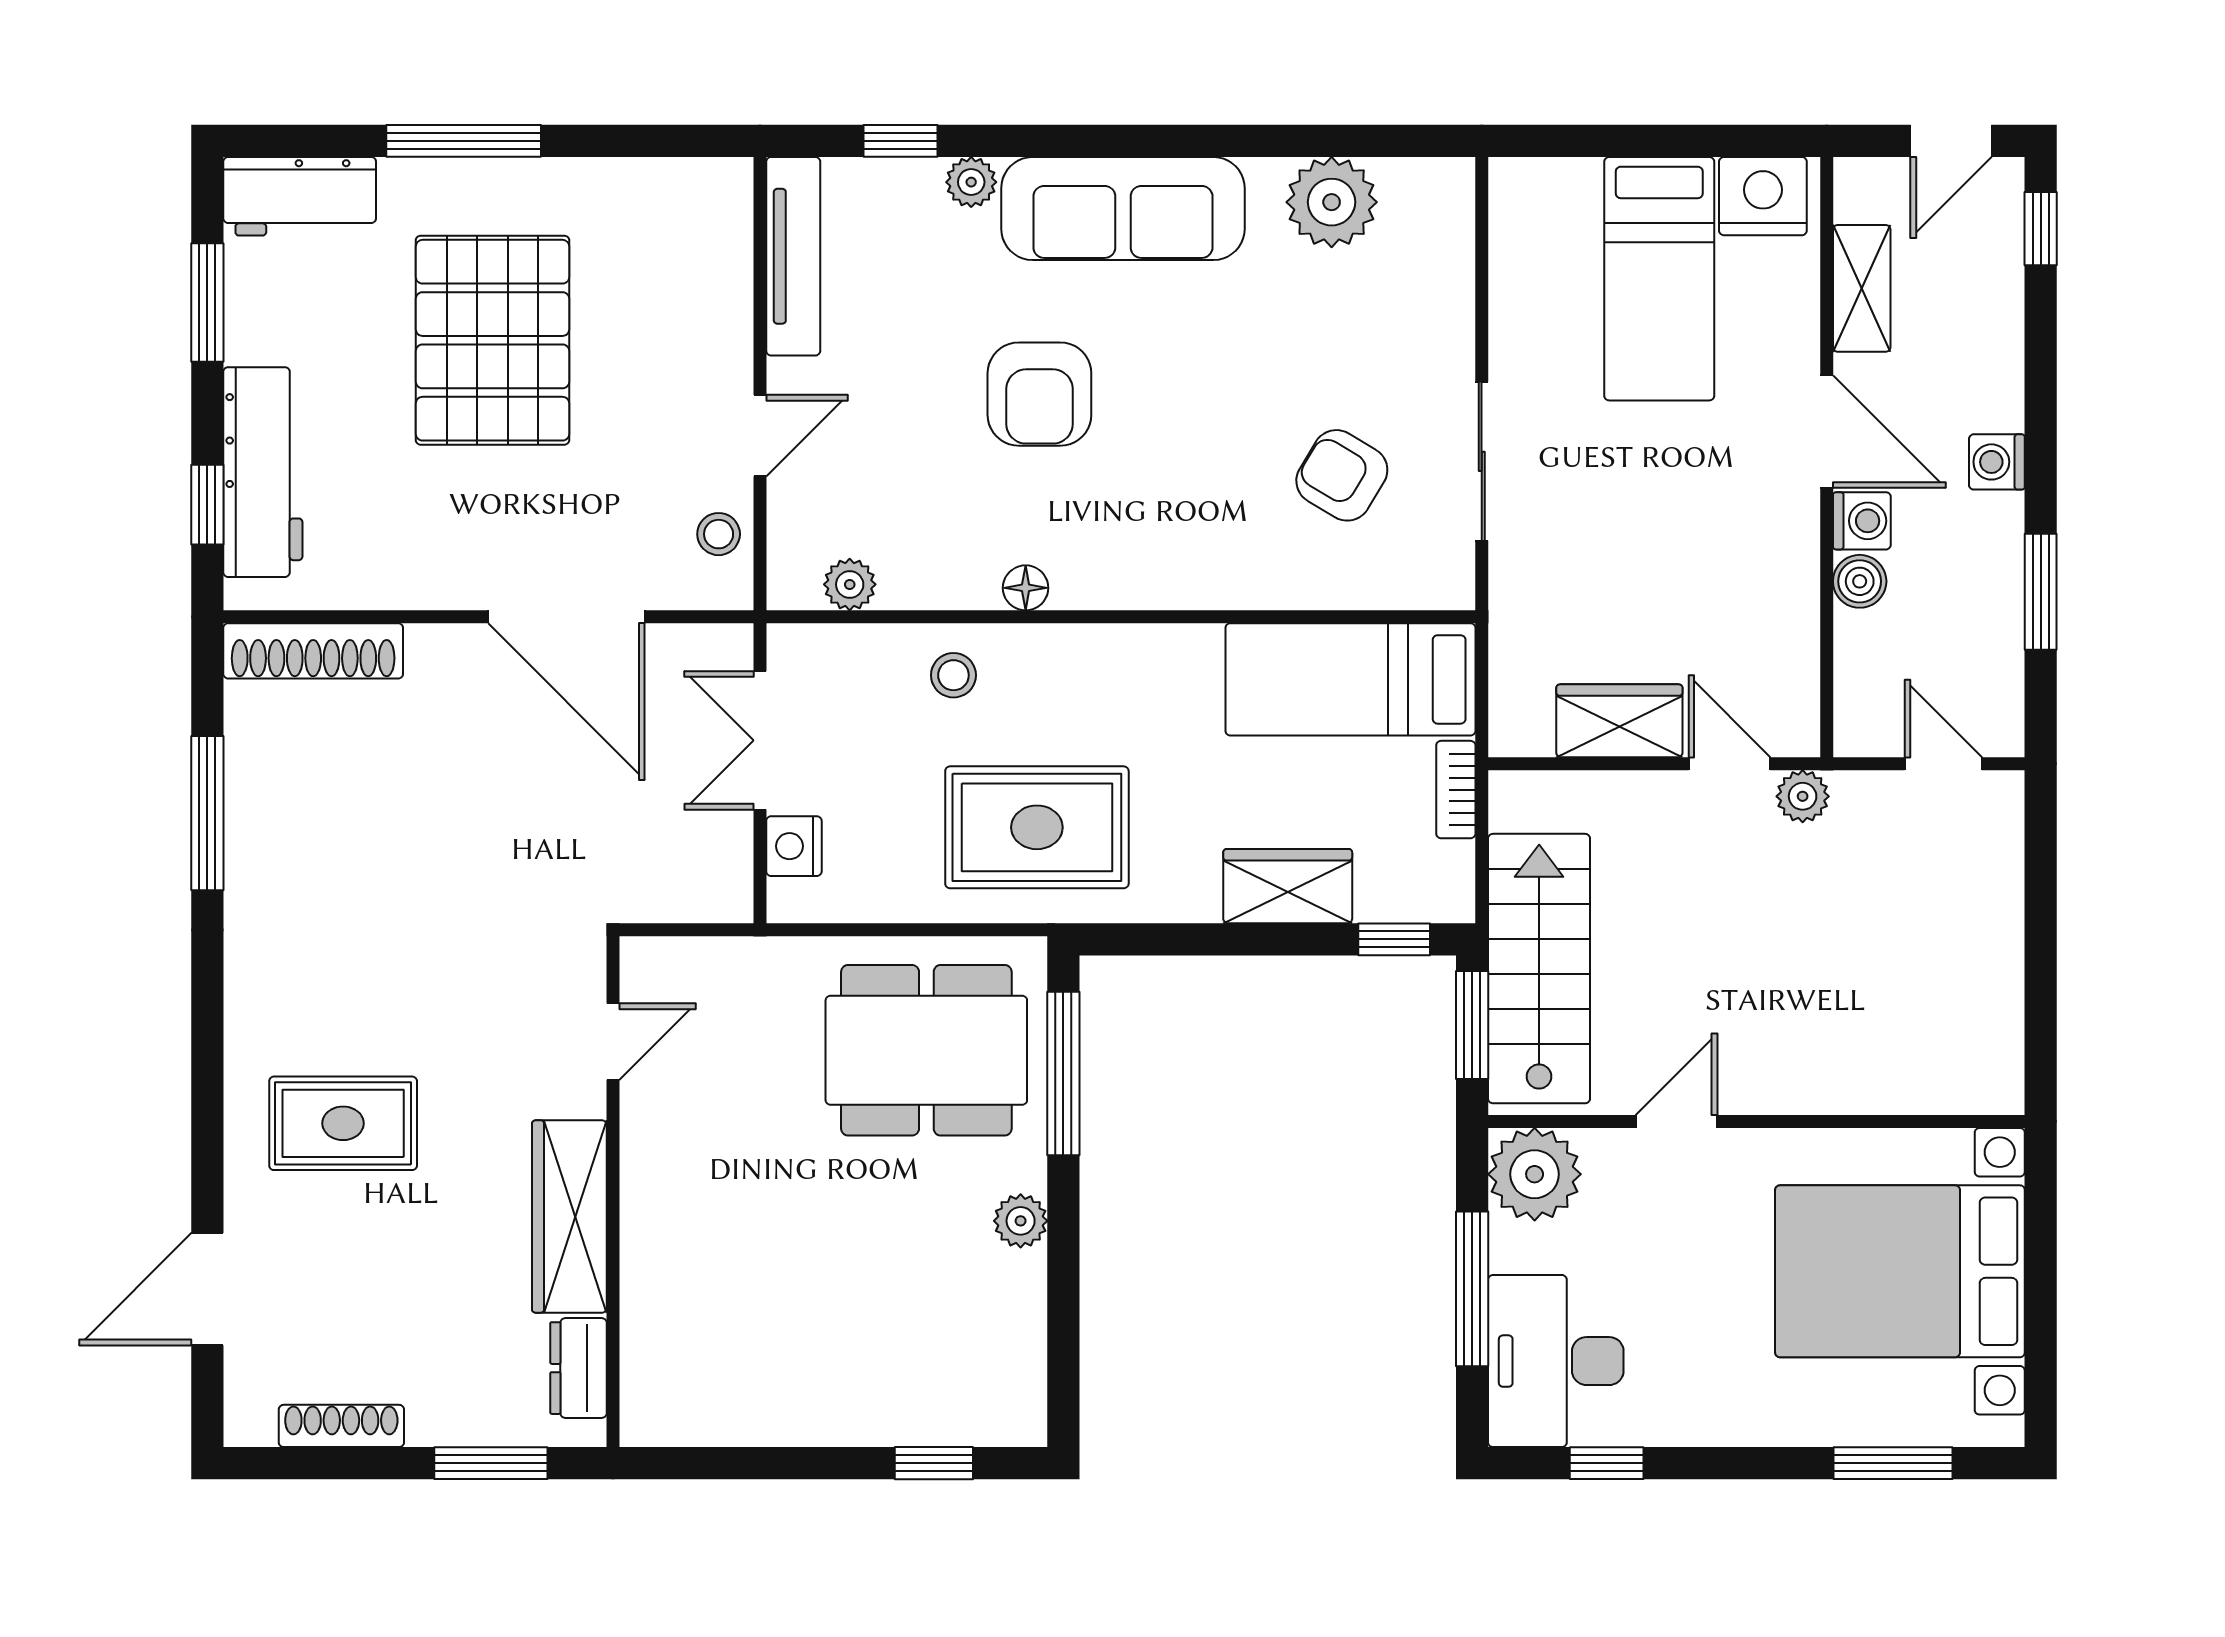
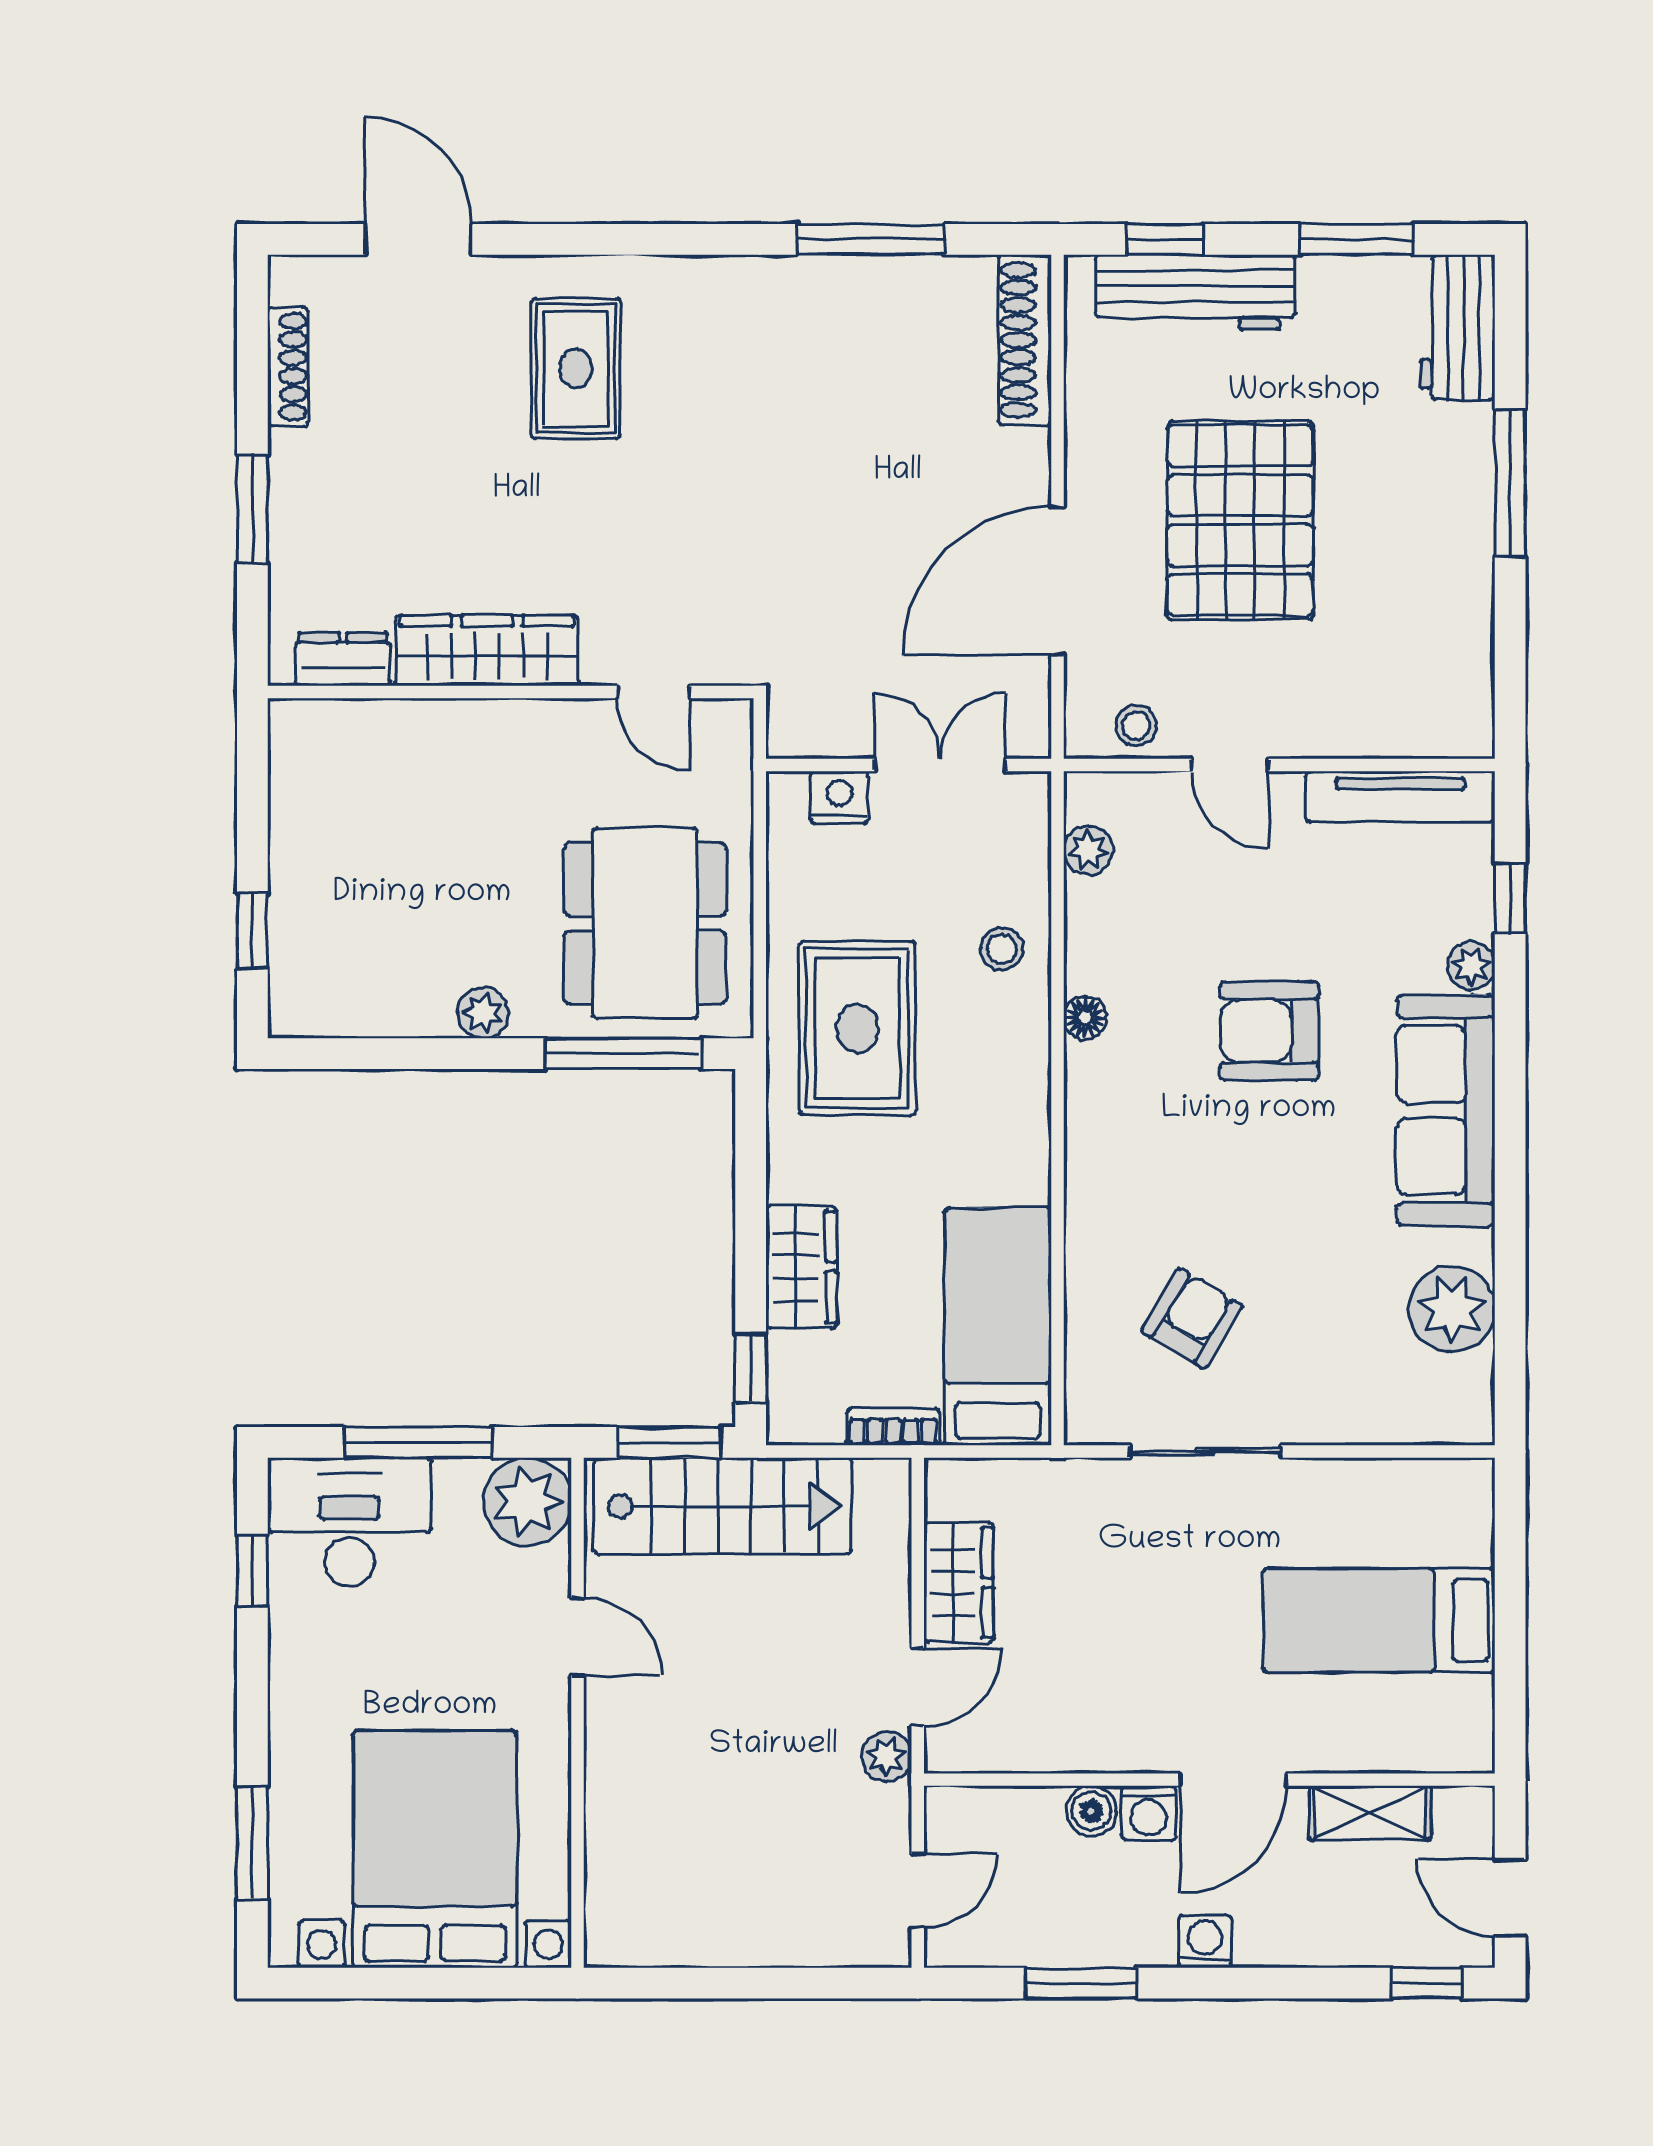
nightstand: (1763, 196) -> (1458, 1719), removed
pallet: (493, 340) -> (1240, 520), moved, turned 90
door: (613, 1042) -> (653, 692), moved
wall: (613, 1192) -> (511, 692), moved
wardrobe: (569, 1216) -> (487, 651), moved
dresser: (578, 1368) -> (343, 659), moved

